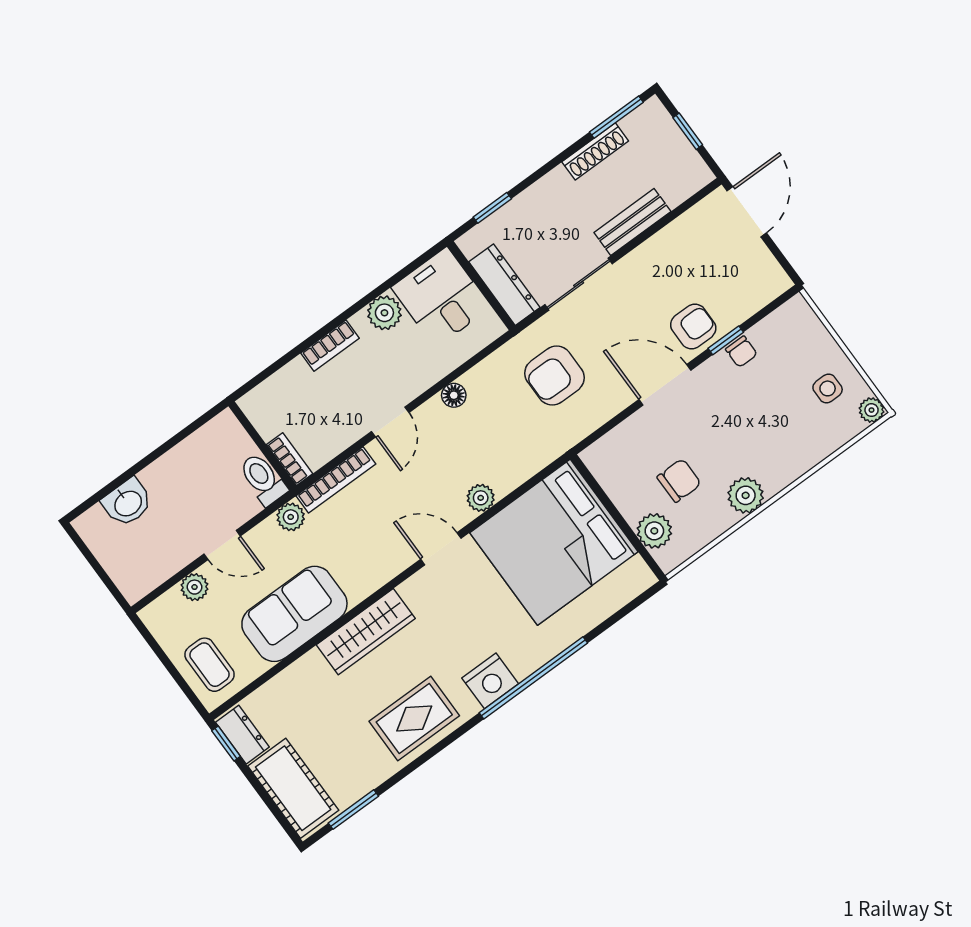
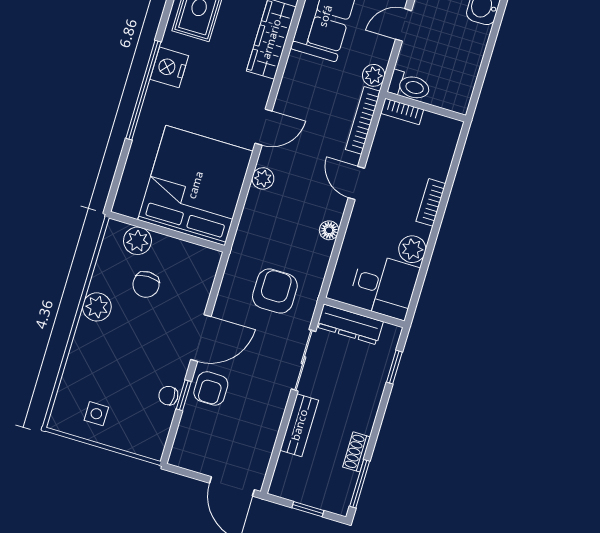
shoe rack: (595, 151) -> (357, 452), width x0.70
plant: (872, 410) -> (58, 421), removed

